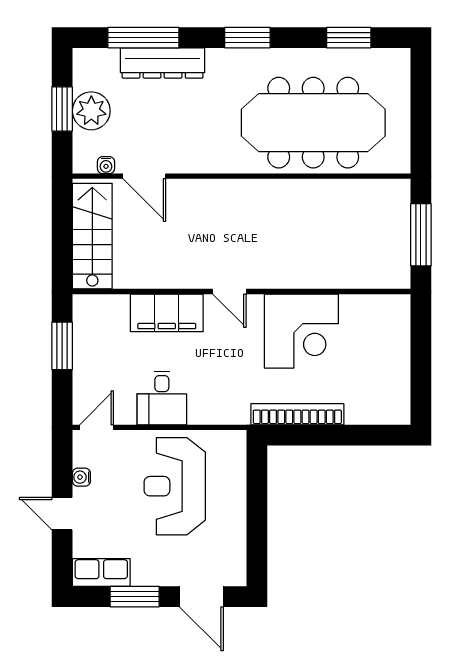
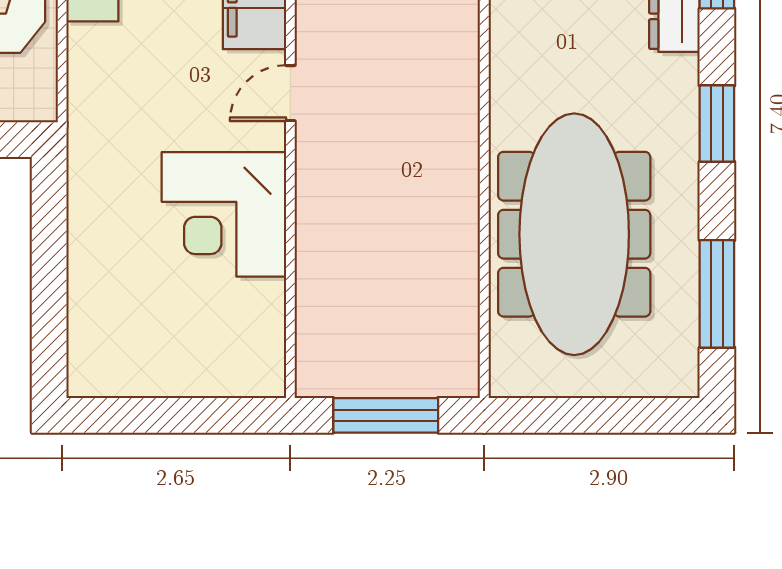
window: (349, 38) -> (717, 294), width x1.44
bookcase: (297, 414) -> (84, 208), removed

